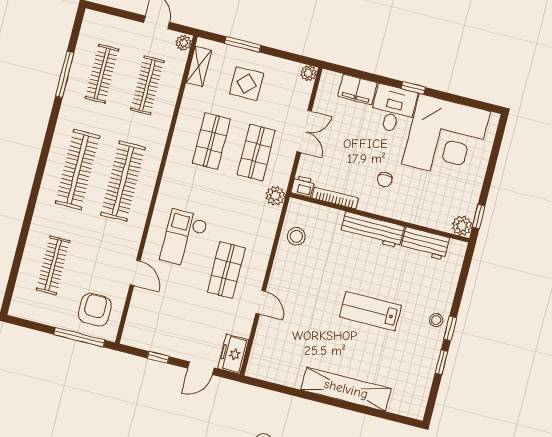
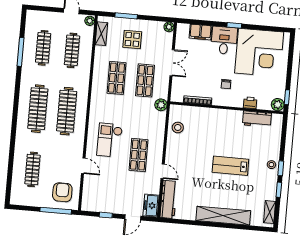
printer: (303, 186) -> (250, 103), moved
workbench: (372, 230) -> (169, 199), moved, turned -90
shelving: (421, 395) -> (270, 212), added

